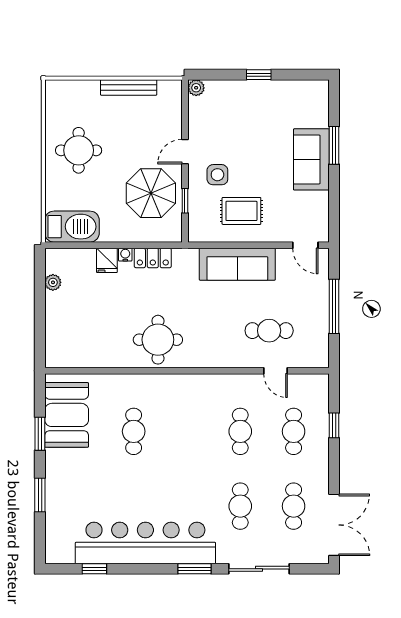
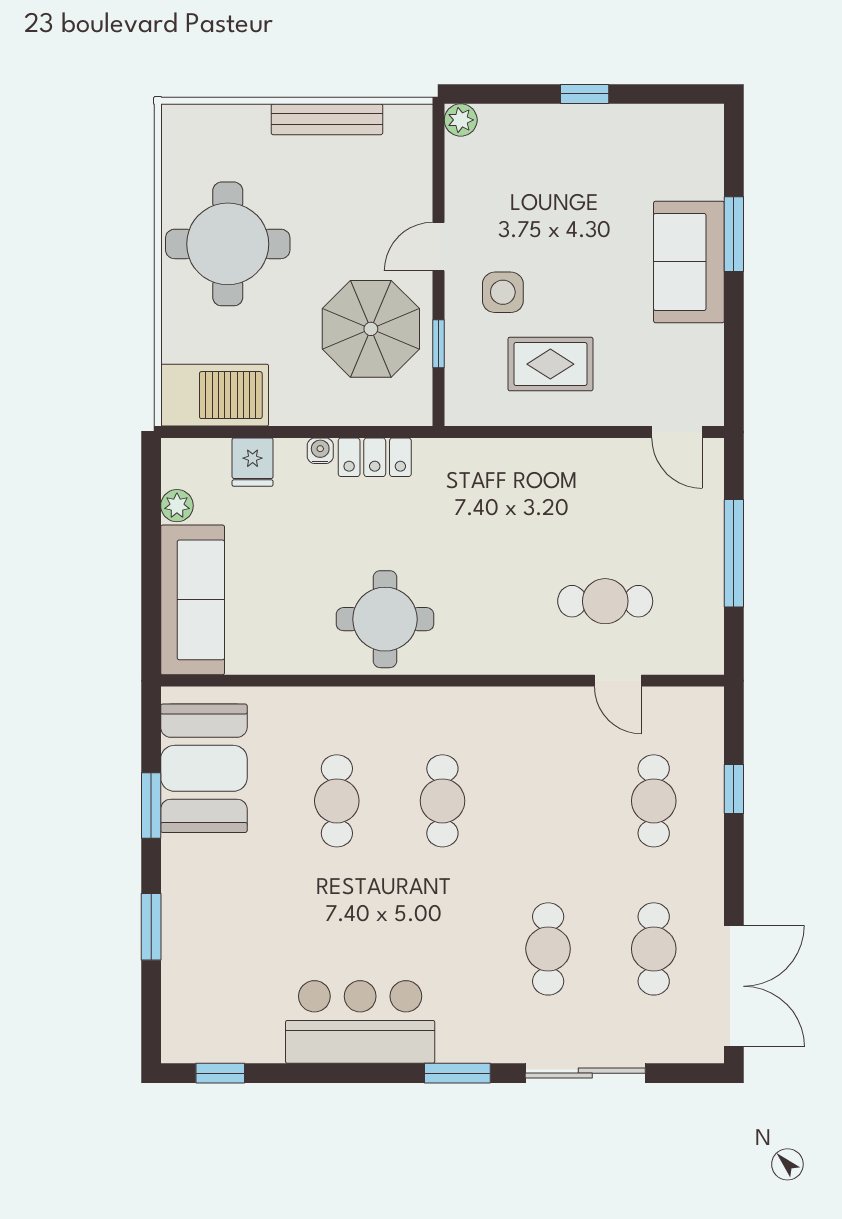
round table: (79, 150) -> (228, 244), width x1.36, depth x1.36
fridge: (107, 260) -> (253, 462), moved
sofa: (237, 264) -> (193, 600), moved, turned -90
cafe table: (240, 431) -> (442, 801), moved
bar counter: (145, 543) -> (360, 1022), width x0.54
window: (94, 569) -> (220, 1073), moved

